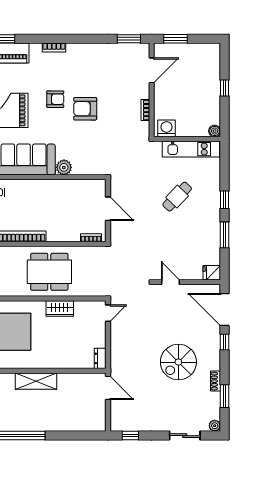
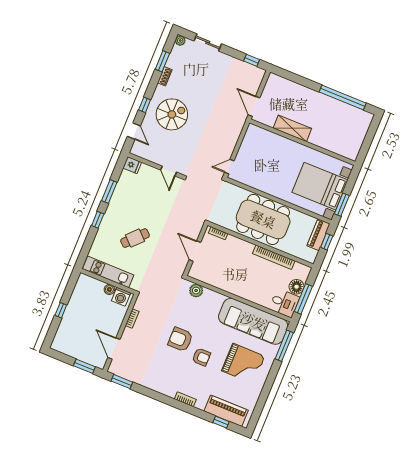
door: (152, 70) -> (114, 348), hinge flipped
armchair: (55, 99) -> (201, 357), turned 180
armchair: (85, 109) -> (180, 339), turned 180
boiler: (215, 131) -> (109, 289), moved
plant: (64, 167) -> (196, 291), moved
dining table: (49, 272) -> (263, 219), width x1.36, depth x1.24
wardrobe: (60, 308) -> (267, 186), removed
door: (225, 310) -> (134, 131), width x0.53
dresser: (100, 358) -> (251, 133), removed
spiral stairs: (178, 362) -> (172, 114), moved
shelving: (36, 381) -> (292, 128), moved

